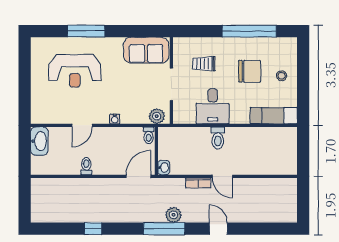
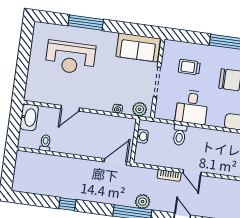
water cooler: (115, 119) -> (118, 109), moved
toilet: (149, 135) -> (130, 126), removed
toilet: (218, 138) -> (180, 135), moved
toilet: (86, 166) -> (45, 143), moved
washbasin: (164, 168) -> (142, 136), moved

